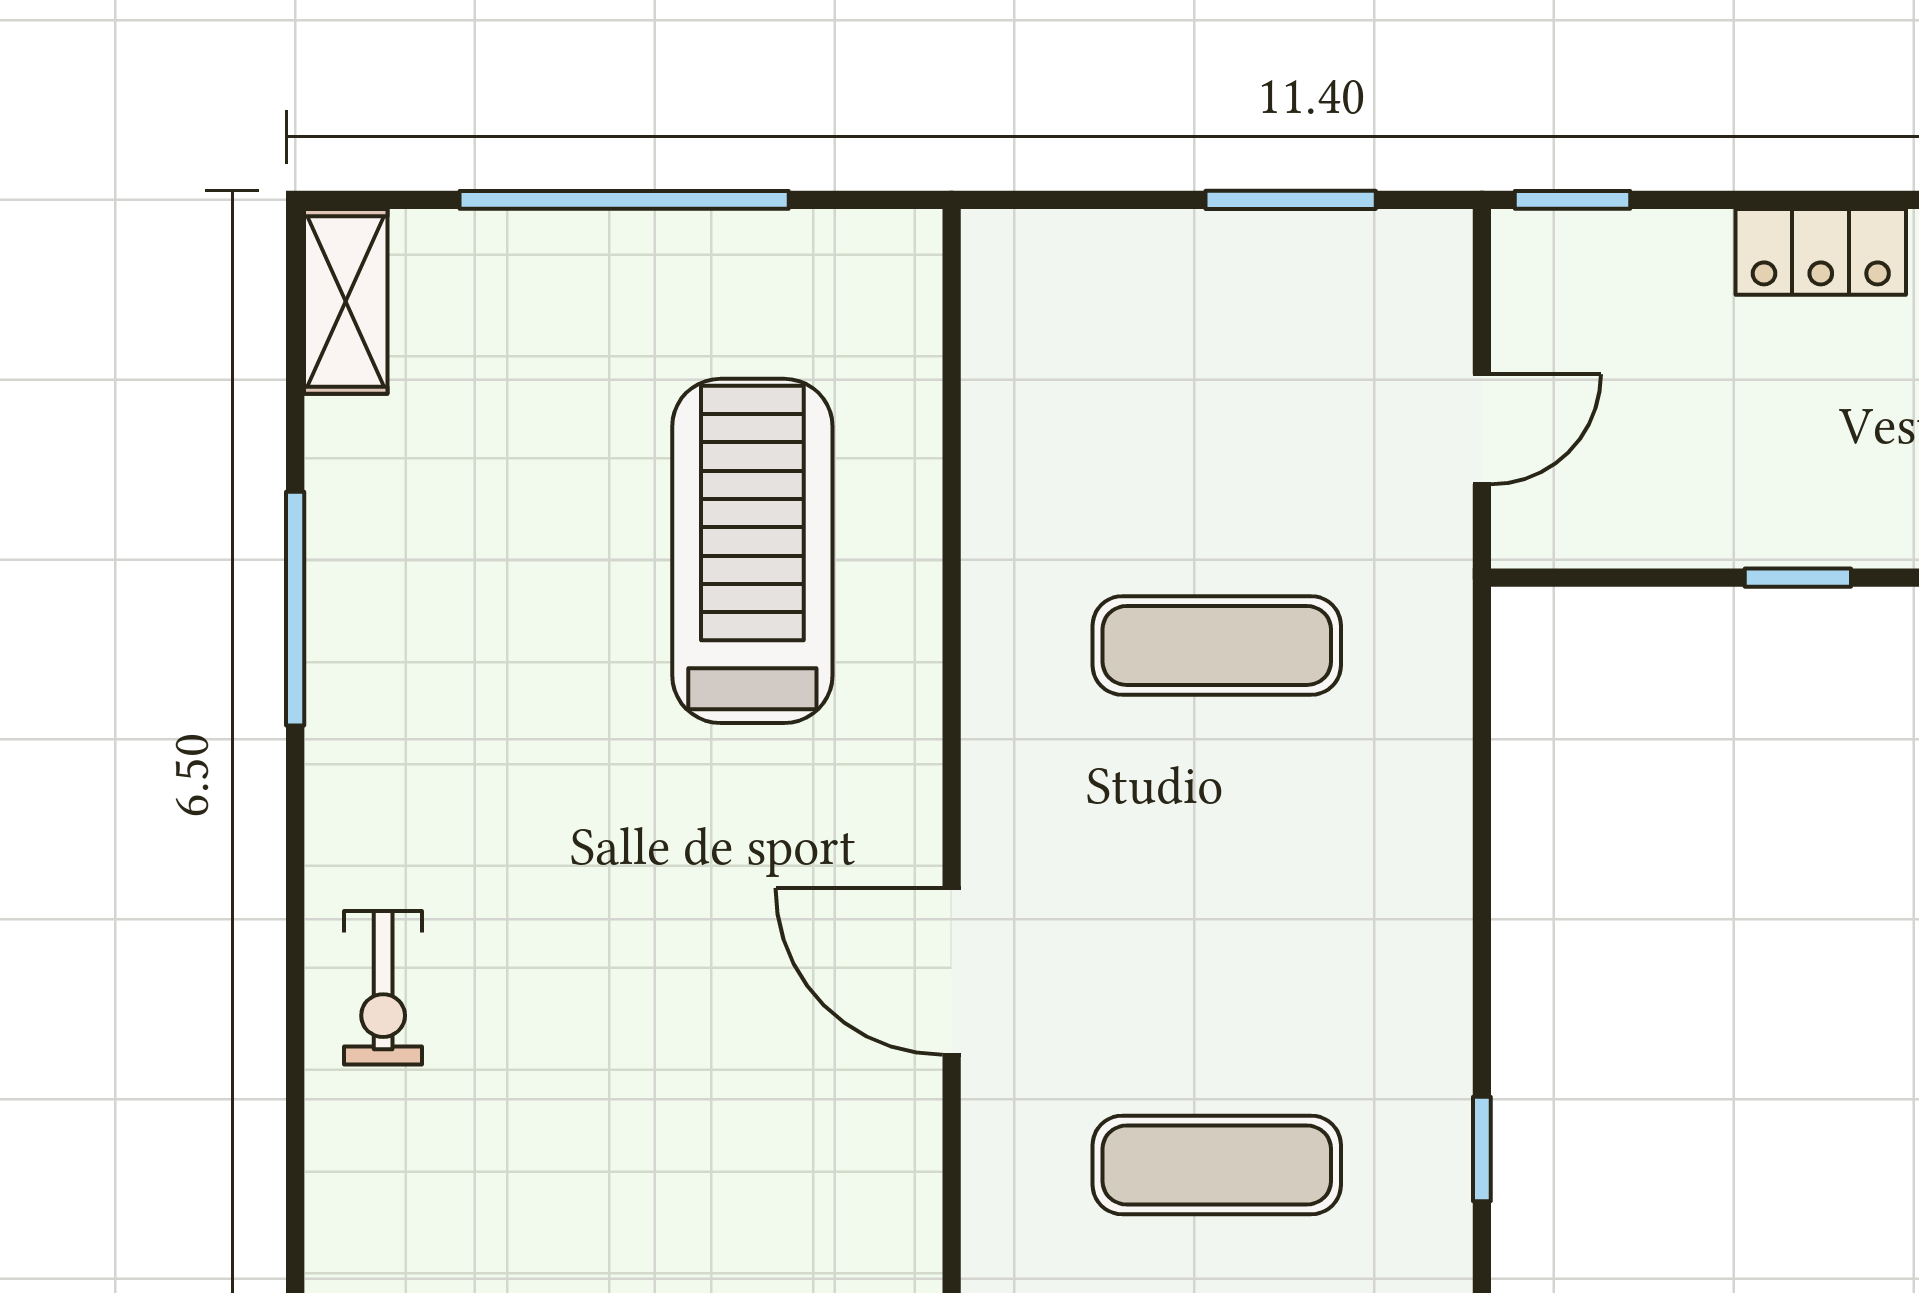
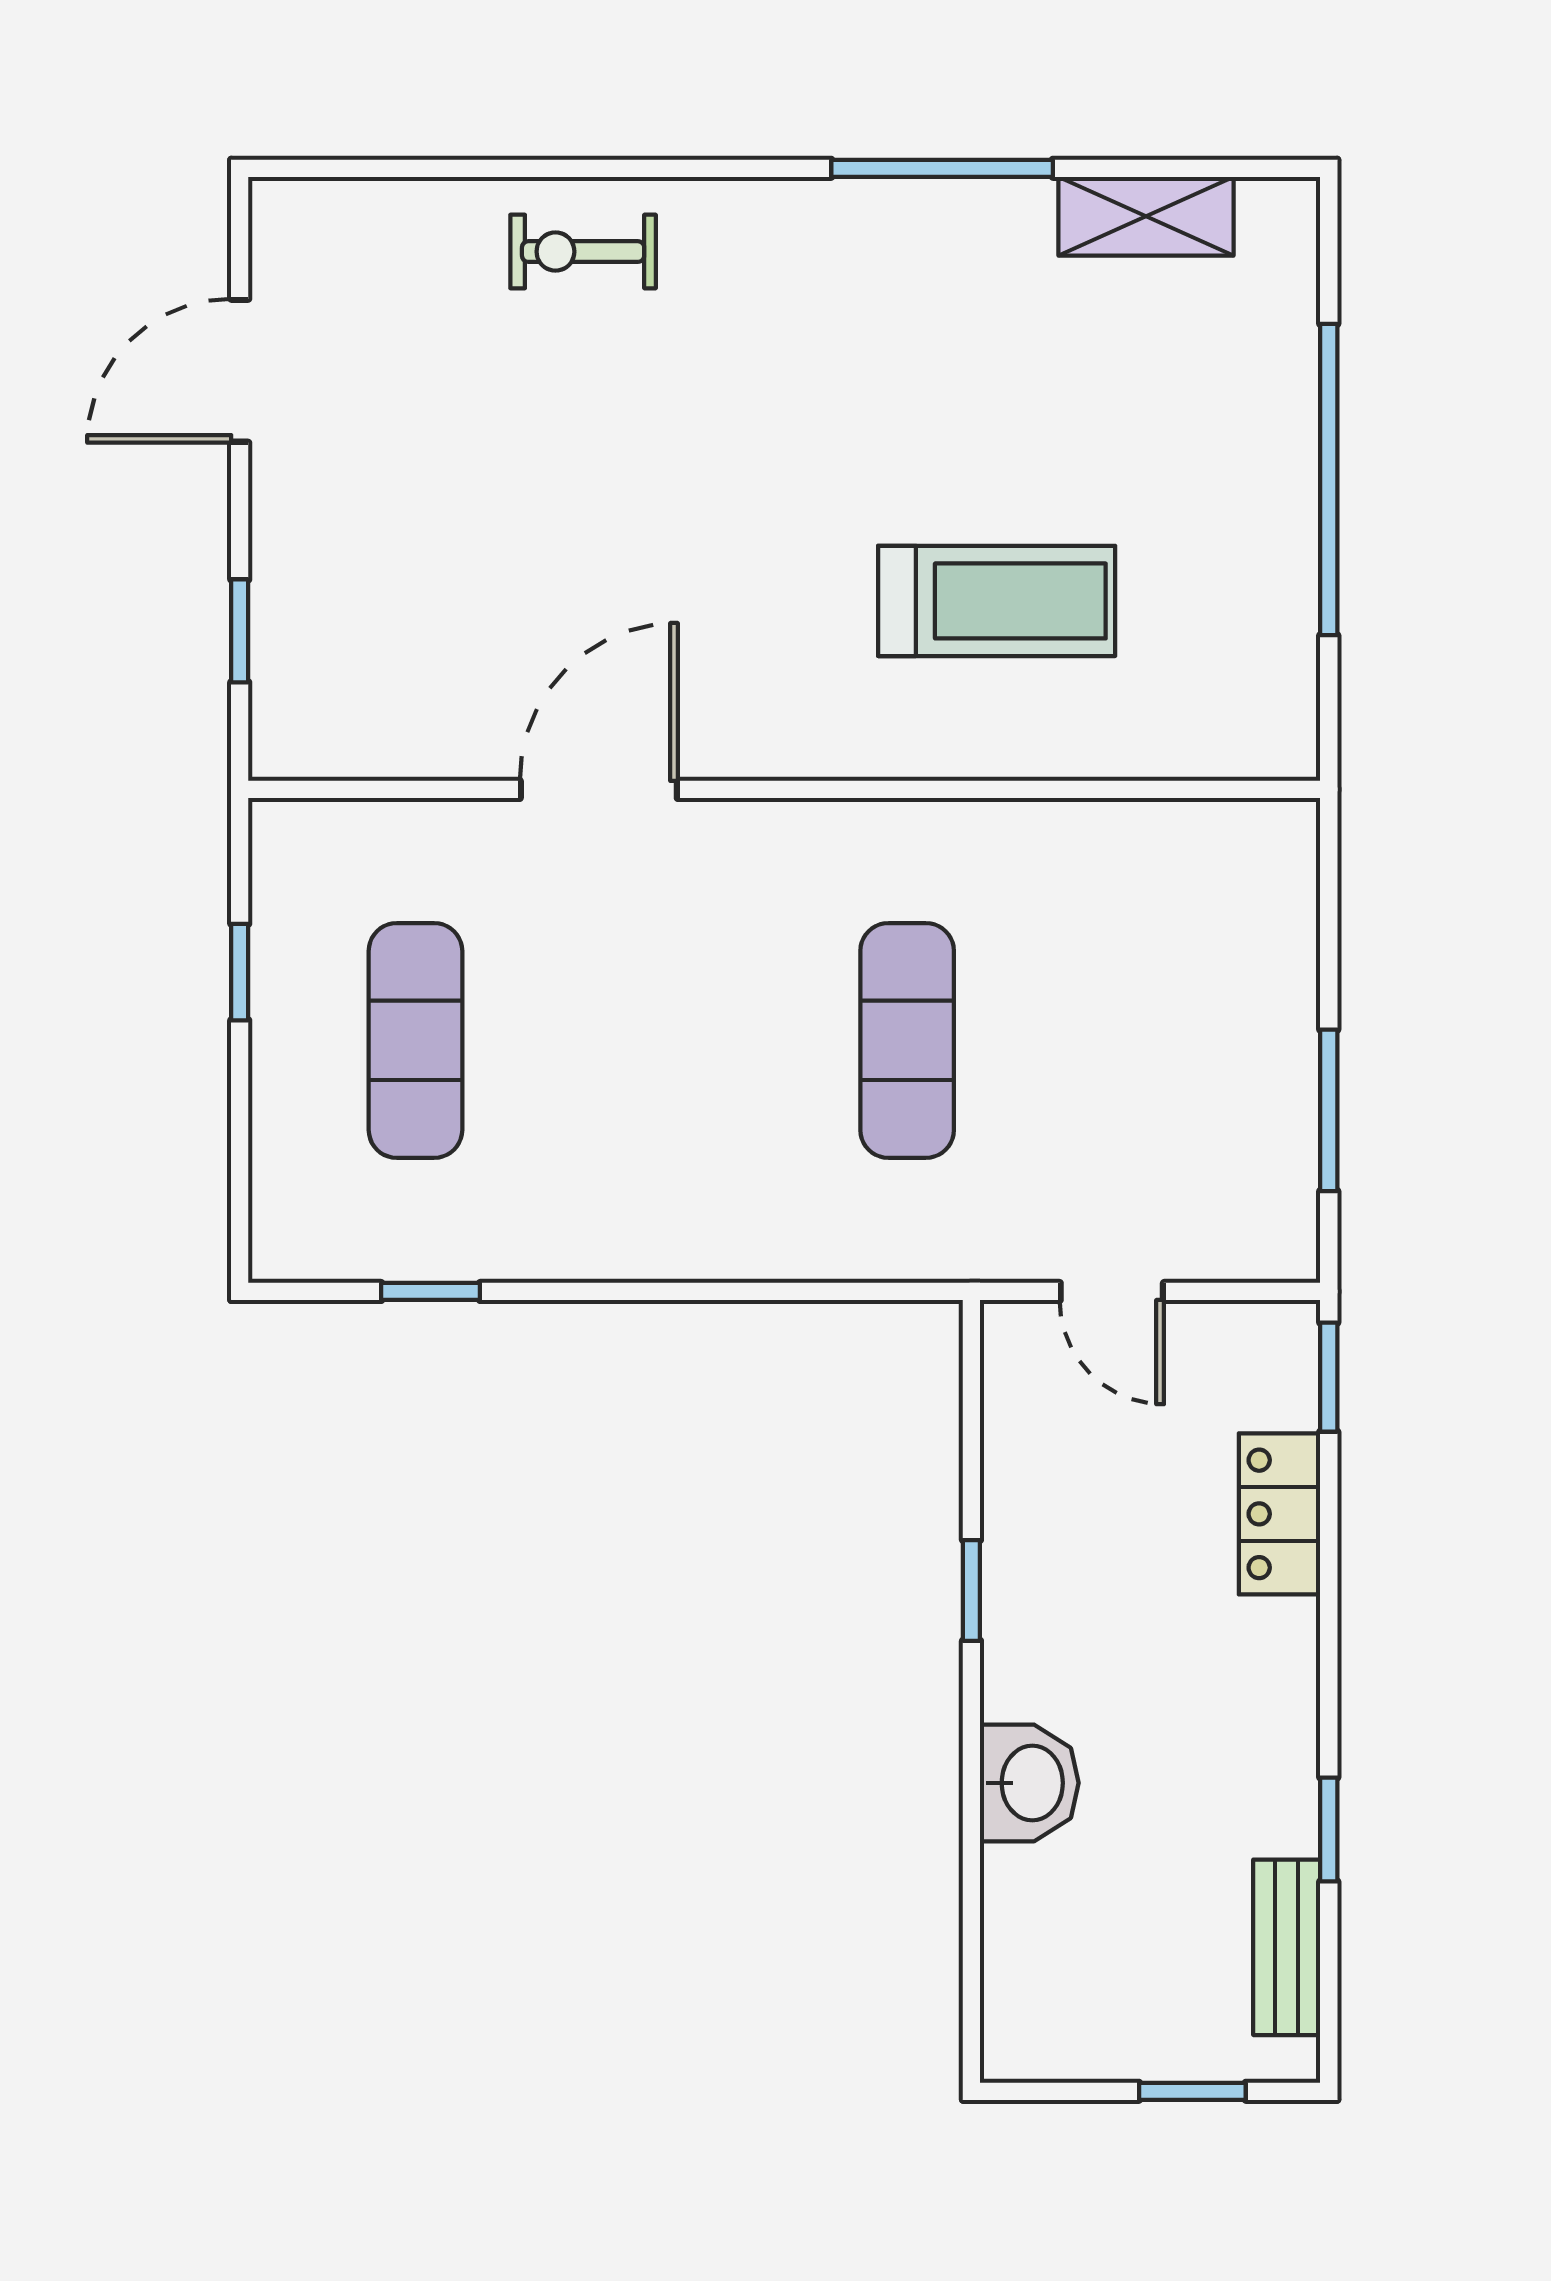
locker: (1821, 252) -> (1280, 1514), moved
shelving: (346, 301) -> (1146, 216), moved
treadmill: (752, 551) -> (997, 601), width x0.73, depth x0.73

